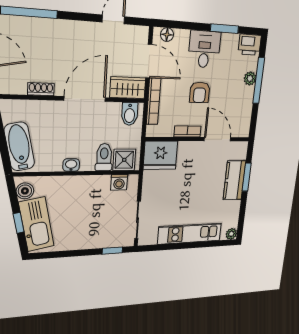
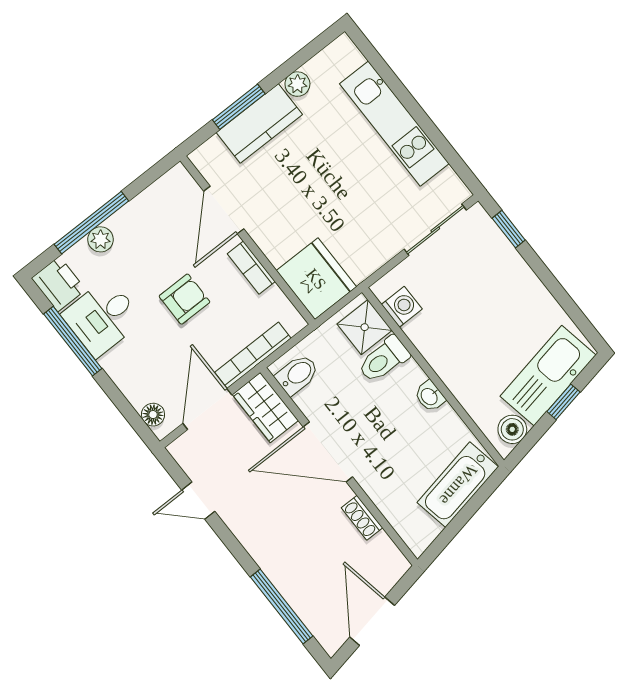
window: (224, 29) -> (73, 341), width x1.44
desk: (204, 49) -> (102, 318), moved
plant: (231, 234) -> (297, 84), moved

